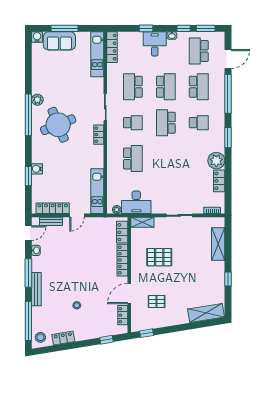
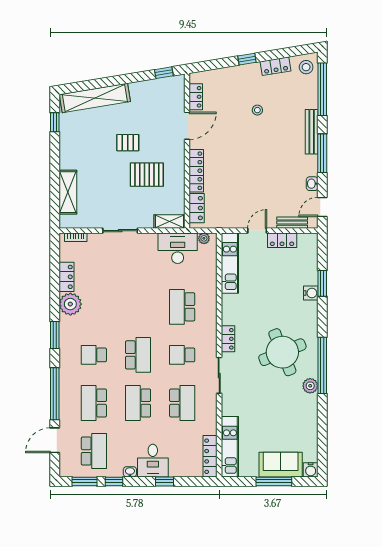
locker: (53, 208) -> (282, 240), width x0.66
window: (228, 279) -> (55, 122), moved
pallet: (157, 302) -> (128, 143), moved
shelving: (206, 313) -> (95, 98), width x1.47
window: (107, 340) -> (247, 59), moved

